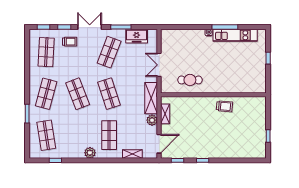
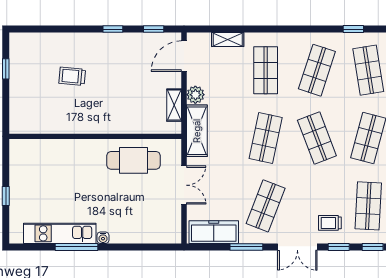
freezer: (137, 36) -> (214, 232), width x1.40
cafe table: (190, 80) -> (134, 160), width x1.37, depth x1.35
shop shelf: (109, 94) -> (266, 138), turned 30
trolley: (225, 106) -> (72, 76), moved
shop shelf: (78, 135) -> (317, 70), added
plant: (90, 153) -> (297, 42), removed

